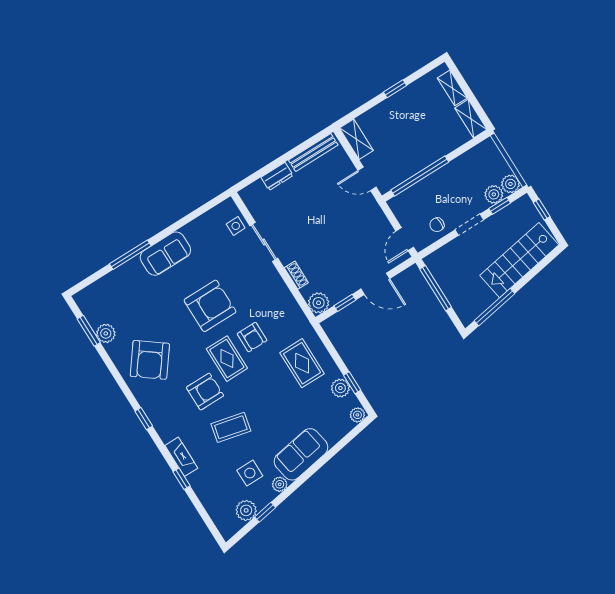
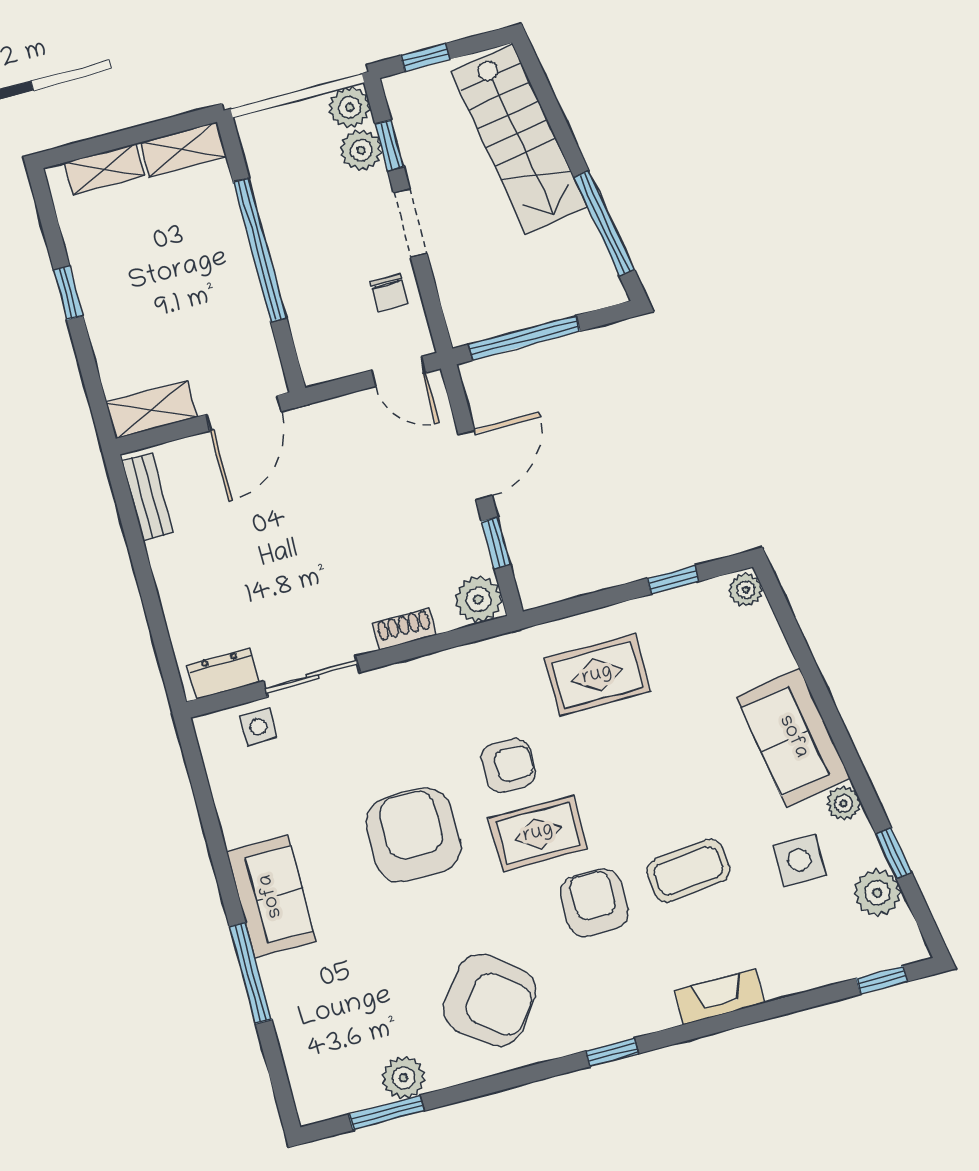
bench: (313, 152) -> (148, 497), width x0.73
dresser: (277, 176) -> (223, 674), moved, turned -90
window: (420, 176) -> (260, 250), moved
door: (367, 179) -> (244, 413), width x1.38
plant: (340, 388) -> (676, 609), removed
coffee table: (231, 427) -> (688, 871), turned 71
window: (182, 479) -> (882, 980), moved

